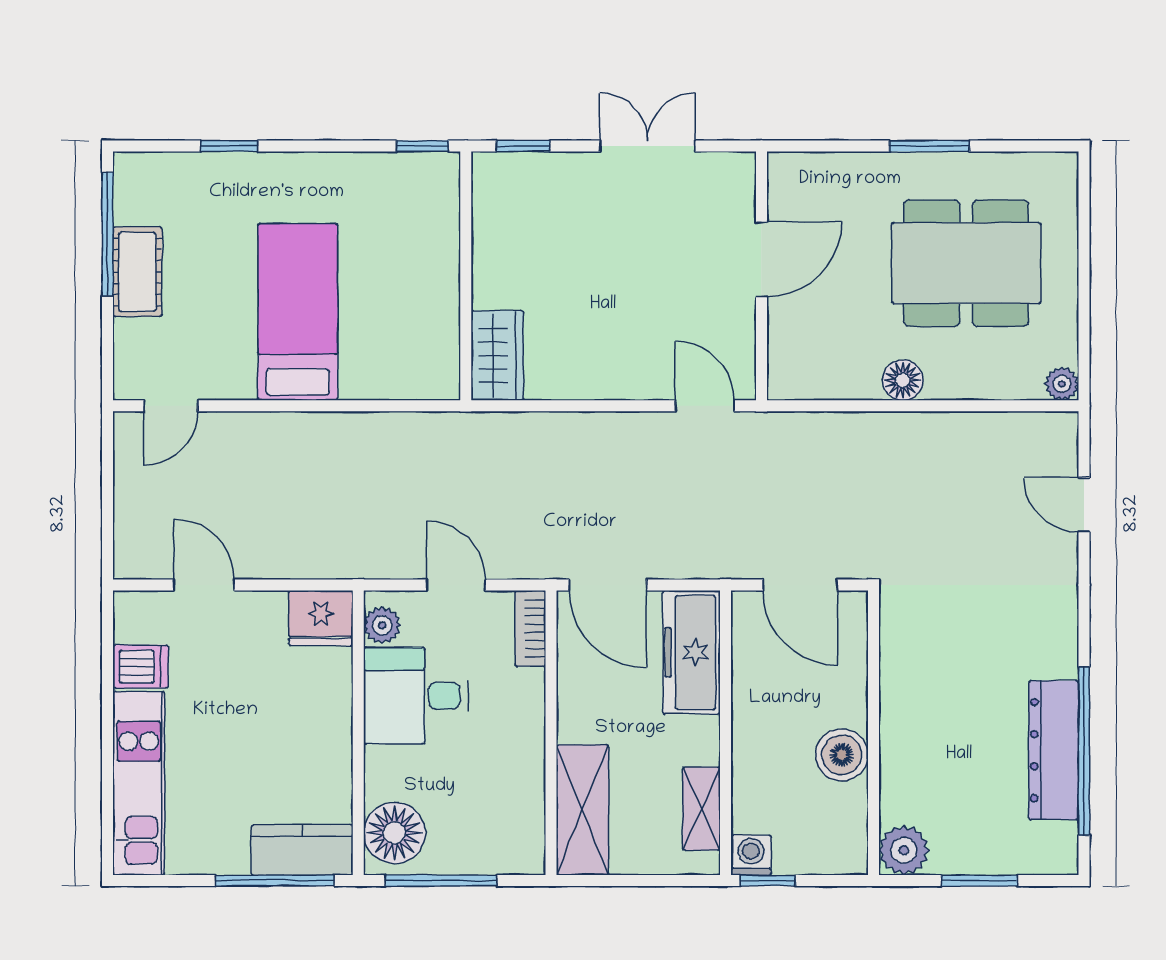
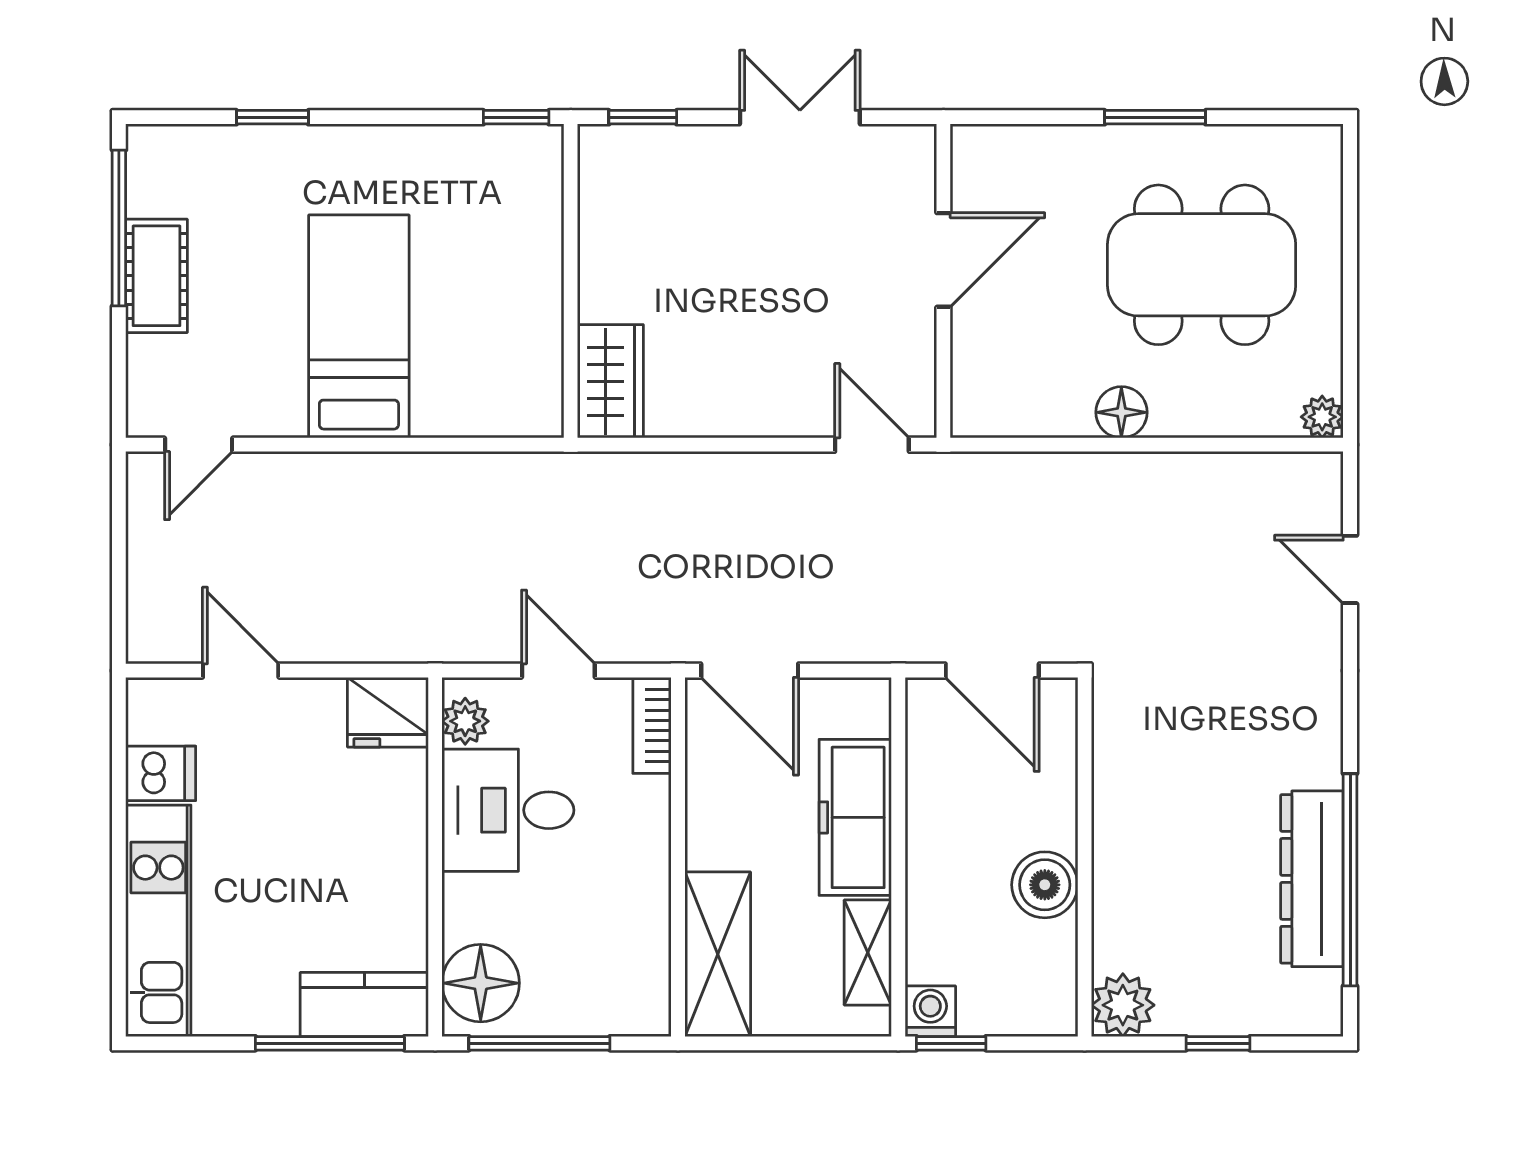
freezer: (691, 652) -> (855, 817), moved
window: (979, 881) -> (1218, 1043), width x0.67

